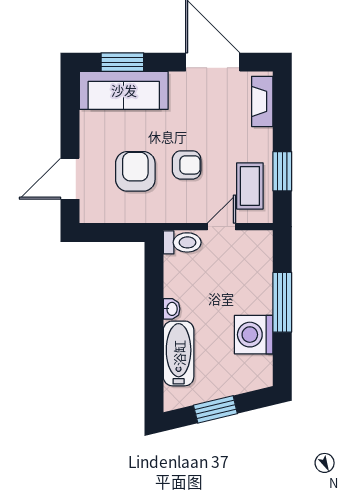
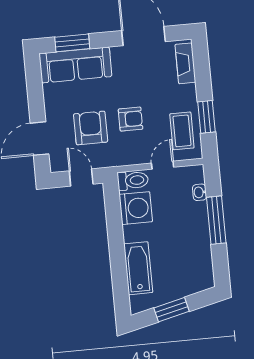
door: (118, 233) -> (81, 177), added
washbasin: (172, 309) -> (200, 192), moved, turned 180
washing machine: (254, 335) -> (136, 208), moved, turned 180

